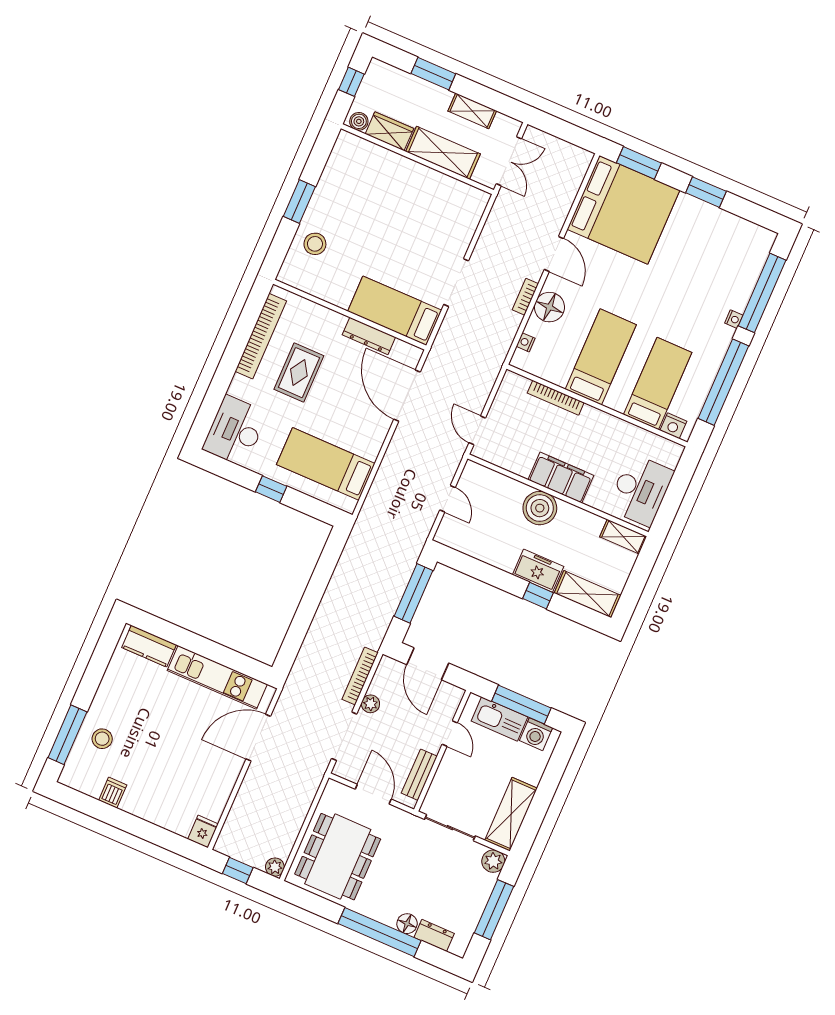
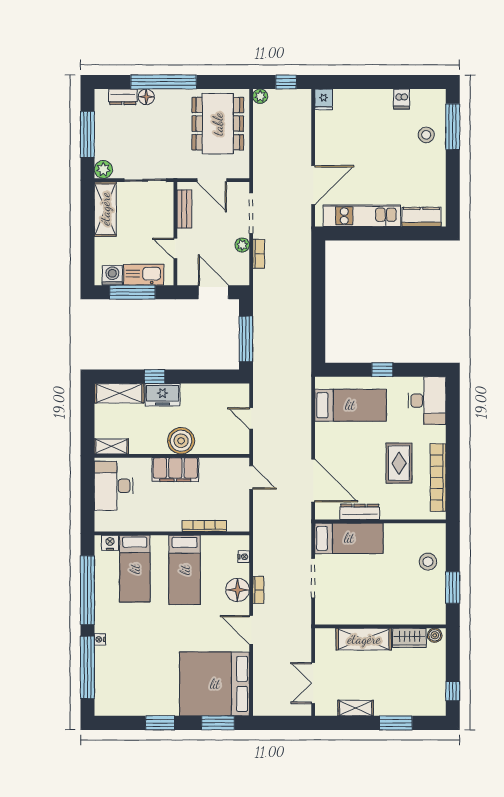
boiler: (359, 121) -> (435, 635), moved
wardrobe: (389, 131) -> (409, 638), moved
shelving: (443, 153) -> (364, 639), moved
wall: (417, 159) -> (380, 626), moved
bookcase: (360, 676) -> (259, 254), width x0.64

